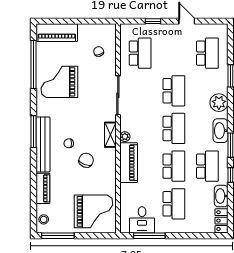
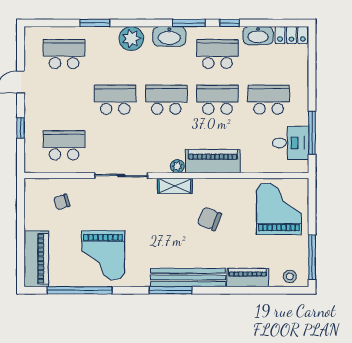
chair: (69, 143) -> (187, 242), removed

